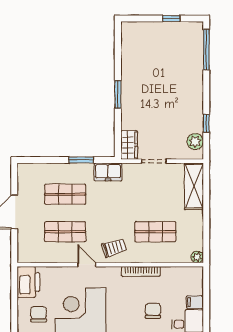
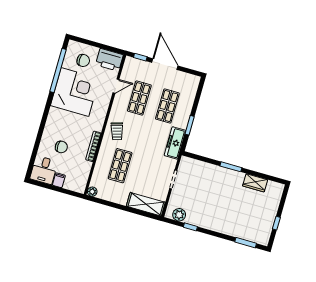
window: (206, 50) -> (246, 243), width x0.69
wardrobe: (129, 145) -> (255, 183), moved
freezer: (108, 172) -> (175, 143), width x1.40
window: (14, 245) -> (140, 57), added
door: (87, 265) -> (116, 86), moved

